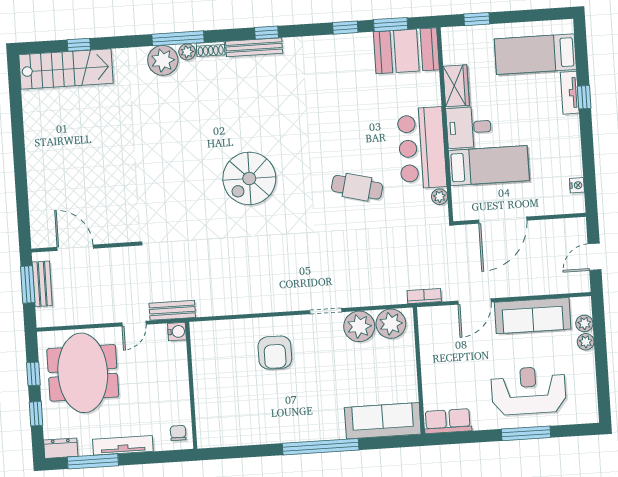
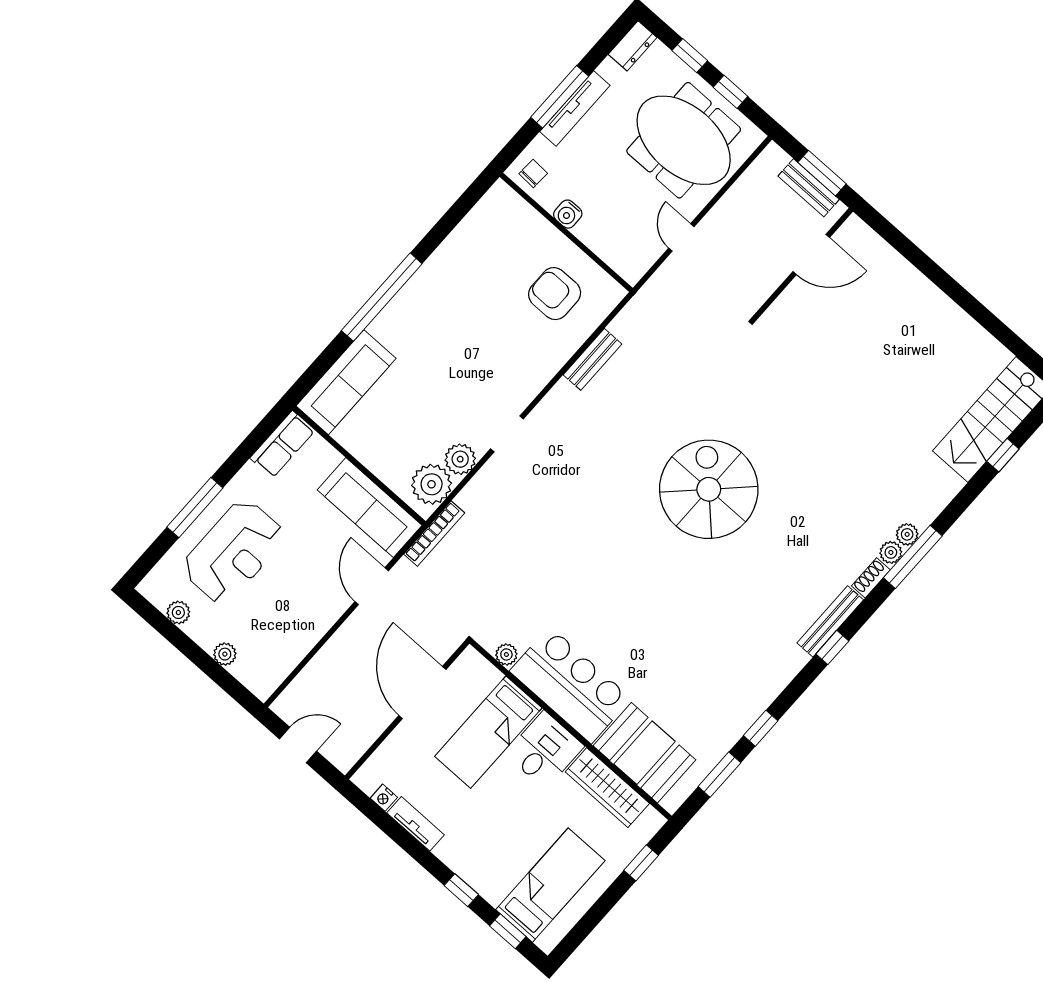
booth: (406, 51) -> (644, 753), moved, turned 90
window: (581, 52) -> (508, 931), added
plant: (163, 60) -> (907, 534), width x0.53, depth x0.53
wardrobe: (456, 86) -> (607, 788), width x1.50
tv unit: (570, 93) -> (416, 824), moved
spiral stairs: (249, 178) -> (709, 489), width x1.37, depth x1.37
cafe table: (357, 187) -> (596, 584), removed
door: (594, 257) -> (298, 745), hinge flipped
bookcase: (424, 296) -> (434, 534), width x1.56
bench: (172, 310) -> (593, 359), moved
sofa: (533, 316) -> (370, 508), moved, turned -90
plant: (584, 323) -> (178, 612), moved
plant: (359, 326) -> (460, 459), width x0.73, depth x0.73
water cooler: (177, 332) -> (568, 214), moved
armchair: (275, 353) -> (555, 294), moved
chair: (178, 433) -> (533, 174), turned -87
window: (93, 461) -> (560, 97), moved

